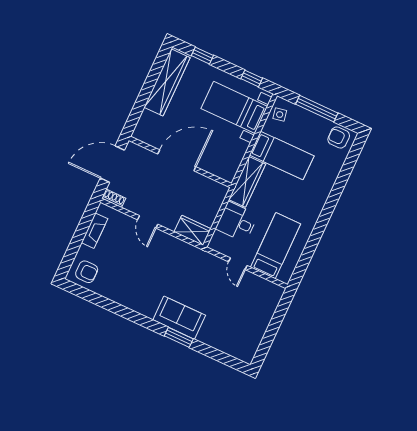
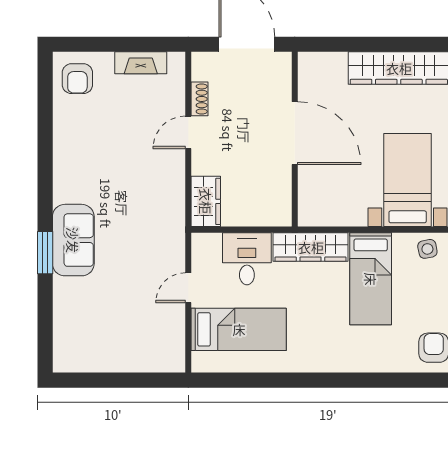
shoe rack: (114, 198) -> (199, 99), moved

